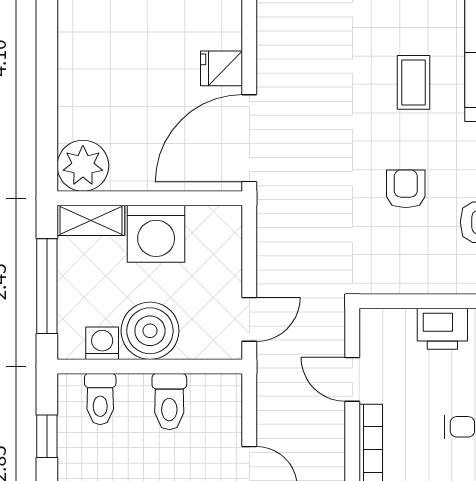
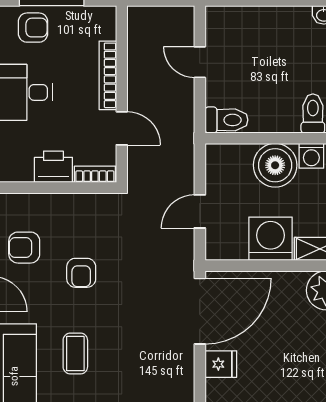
door: (249, 319) -> (200, 211), moved
bookcase: (388, 319) -> (95, 174), added
toilet: (169, 402) -> (226, 120), moved, turned 90

